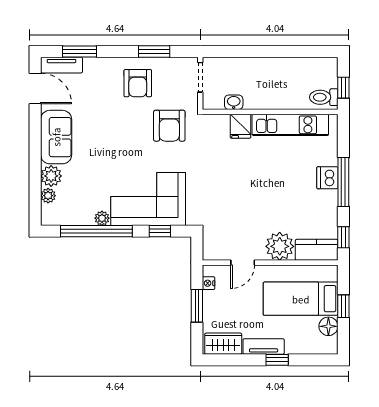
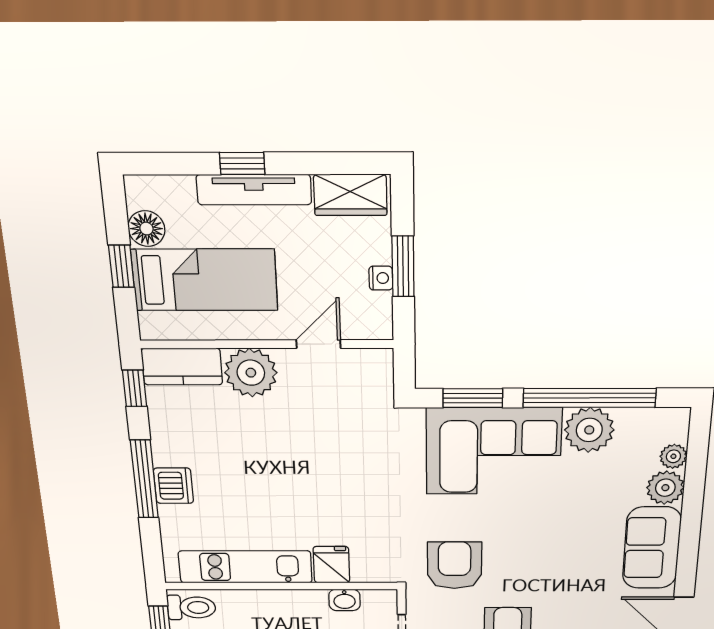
plant: (102, 218) -> (589, 430), width x1.87, depth x1.87
window: (160, 231) -> (473, 398), width x1.50
nightstand: (209, 283) -> (381, 278), moved
tv unit: (264, 346) -> (254, 190), width x1.41

